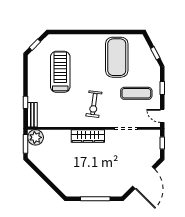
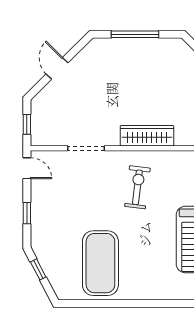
exercise mat: (136, 93) -> (69, 205), removed
door: (144, 178) -> (57, 68), width x0.53

